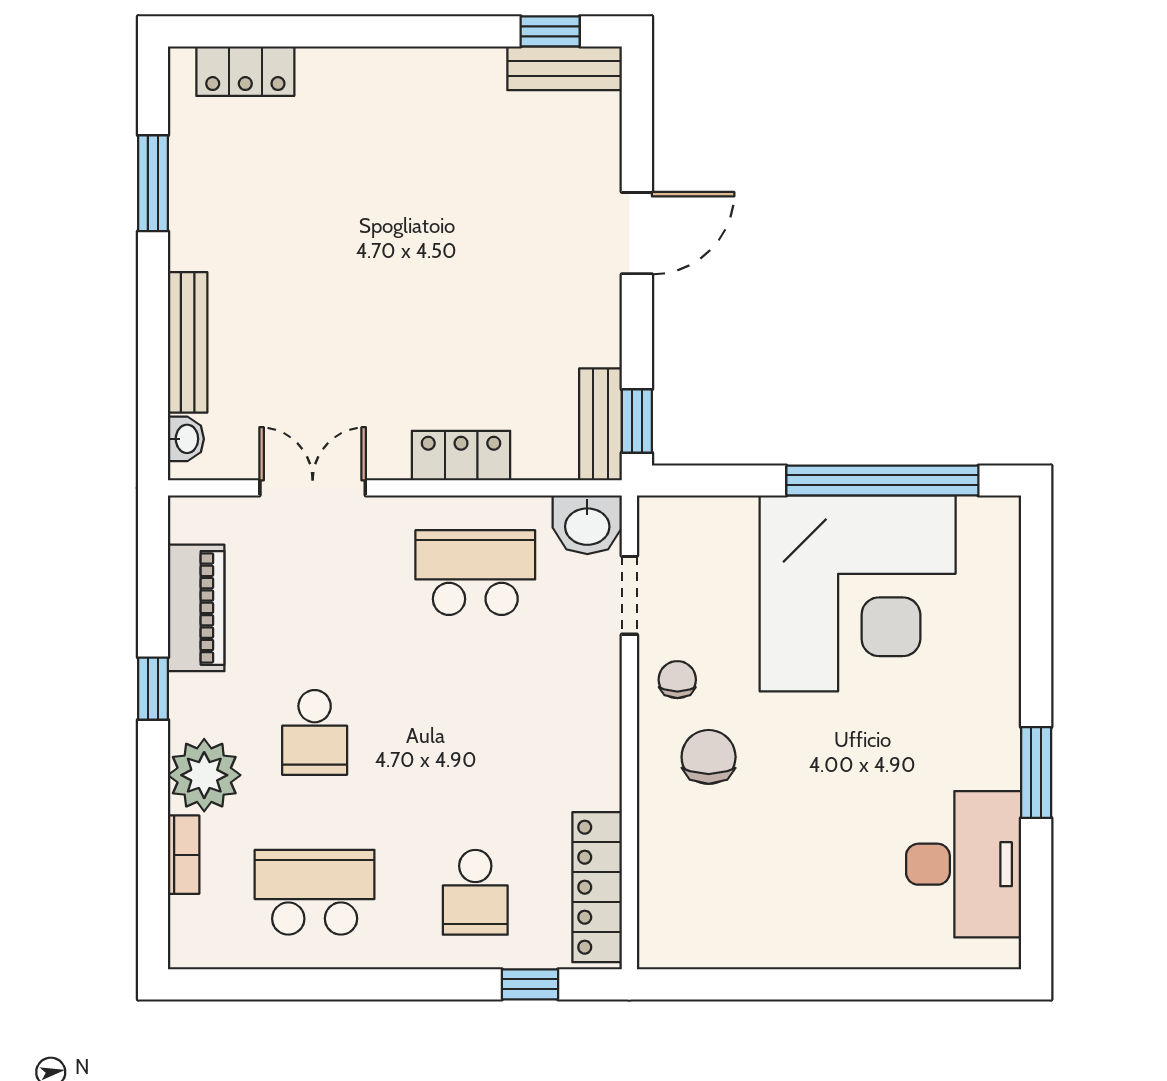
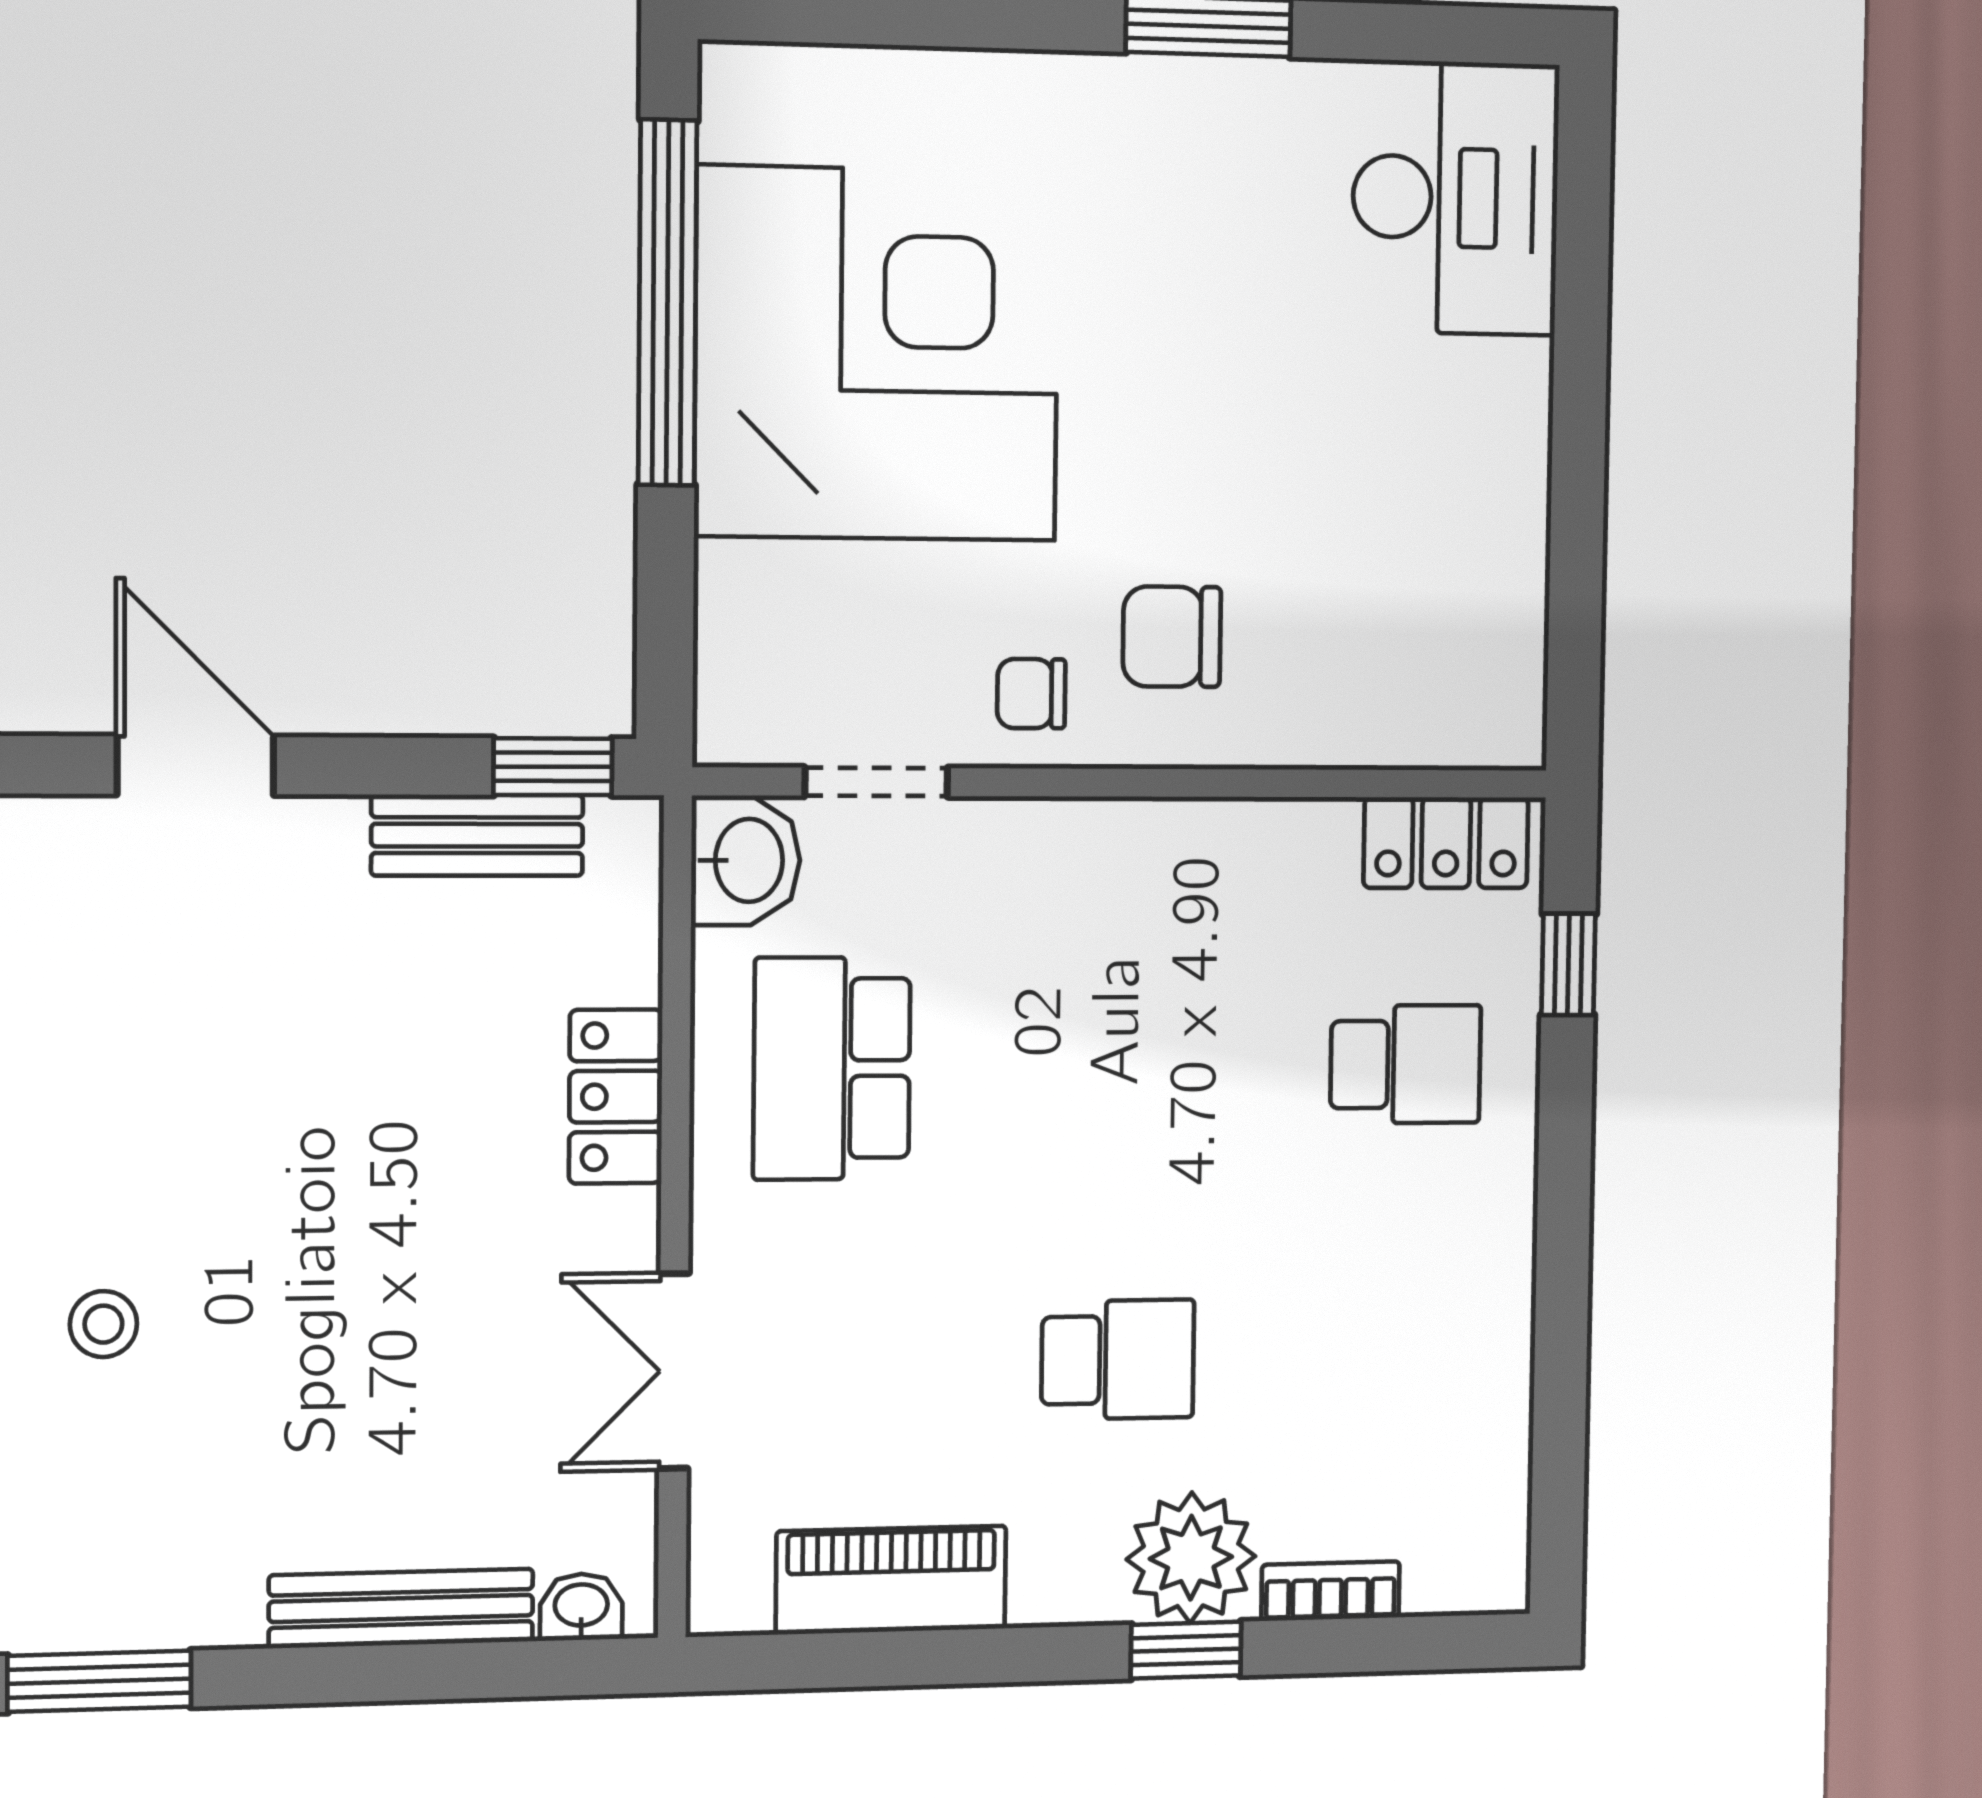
stool: (343, 185) -> (103, 1324), added
bench: (601, 424) -> (477, 835), moved
window: (153, 689) -> (1186, 1650), moved
desk: (964, 864) -> (1455, 198), moved, turned 90
locker: (597, 887) -> (1446, 843), width x0.66
school desk: (315, 892) -> (1401, 1355), removed

